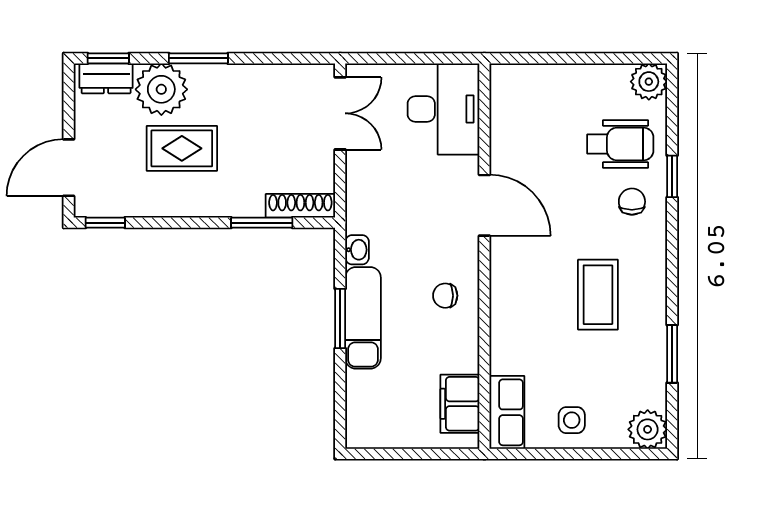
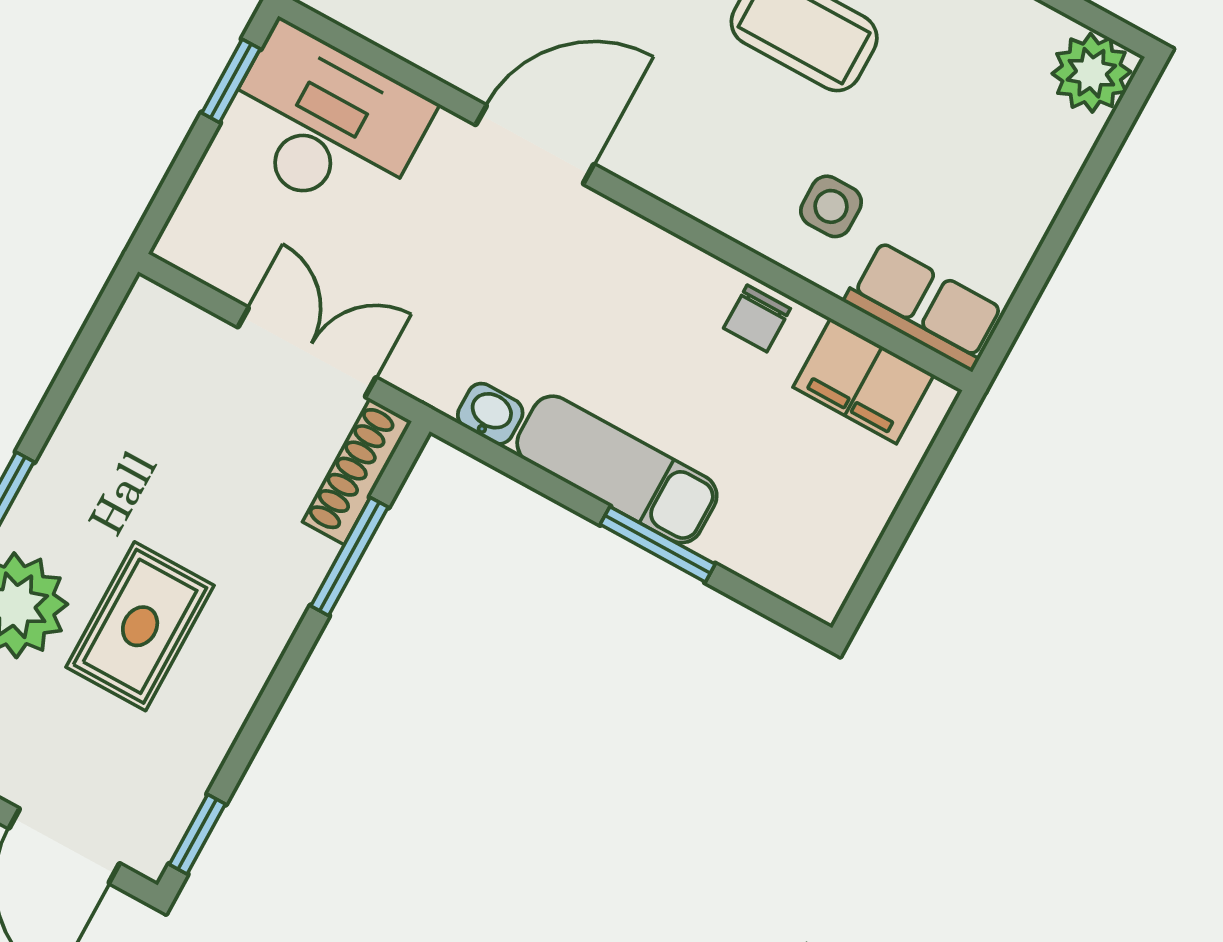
window: (440, 58) -> (231, 81), added
double door: (340, 113) -> (307, 352), moved
chair: (445, 296) -> (757, 318), moved
window: (340, 319) -> (658, 544), moved
side table: (572, 420) -> (831, 206), moved

